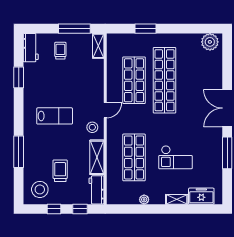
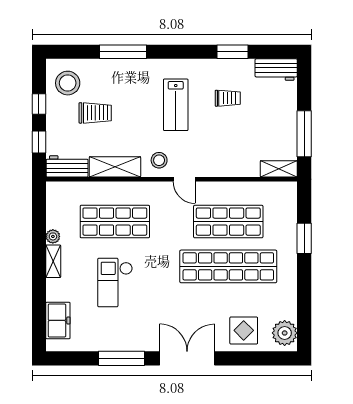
trolley: (60, 51) -> (228, 98), moved
display table: (208, 70) -> (244, 330), added
shelving: (177, 199) -> (53, 261), moved

